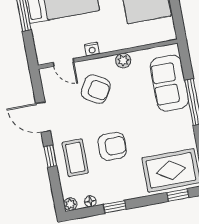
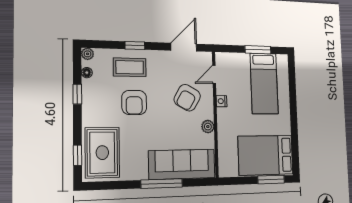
sofa: (169, 83) -> (182, 164), width x1.36
door: (43, 117) -> (184, 47), moved

